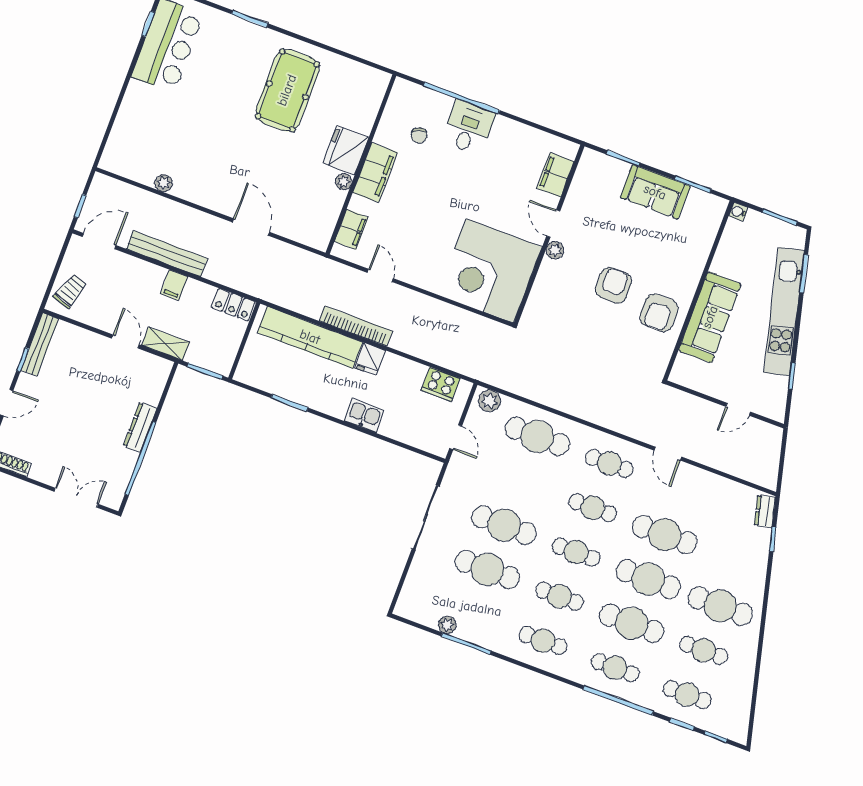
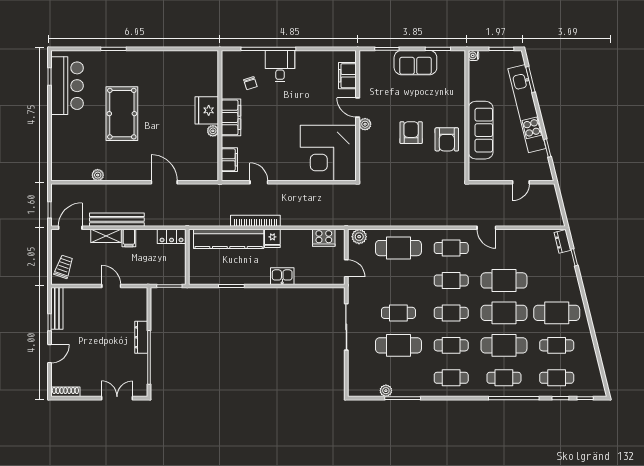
pool table: (287, 90) -> (122, 114), moved
shelving: (166, 344) -> (106, 236), moved
cafe table: (504, 525) -> (398, 313), width x0.73, depth x0.74

